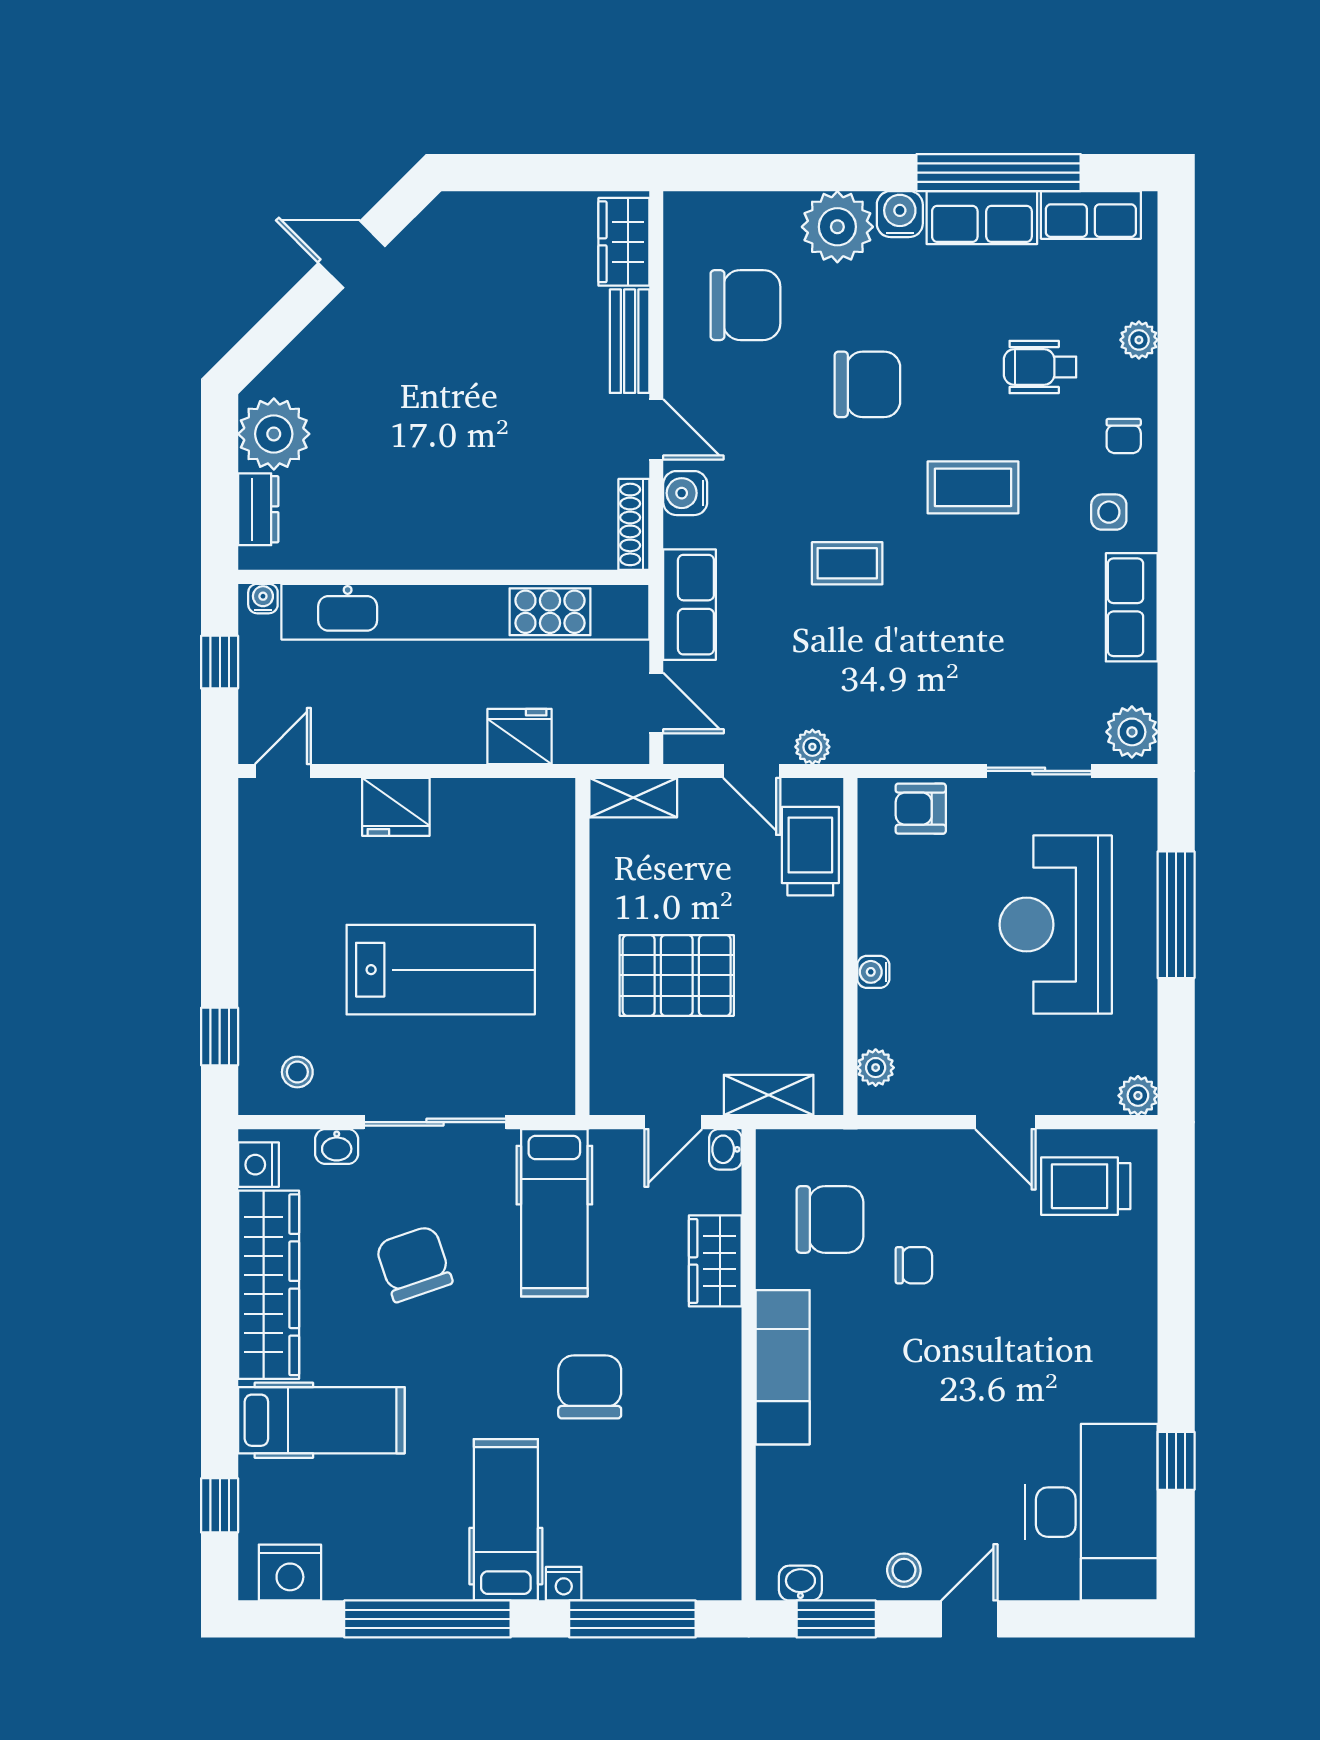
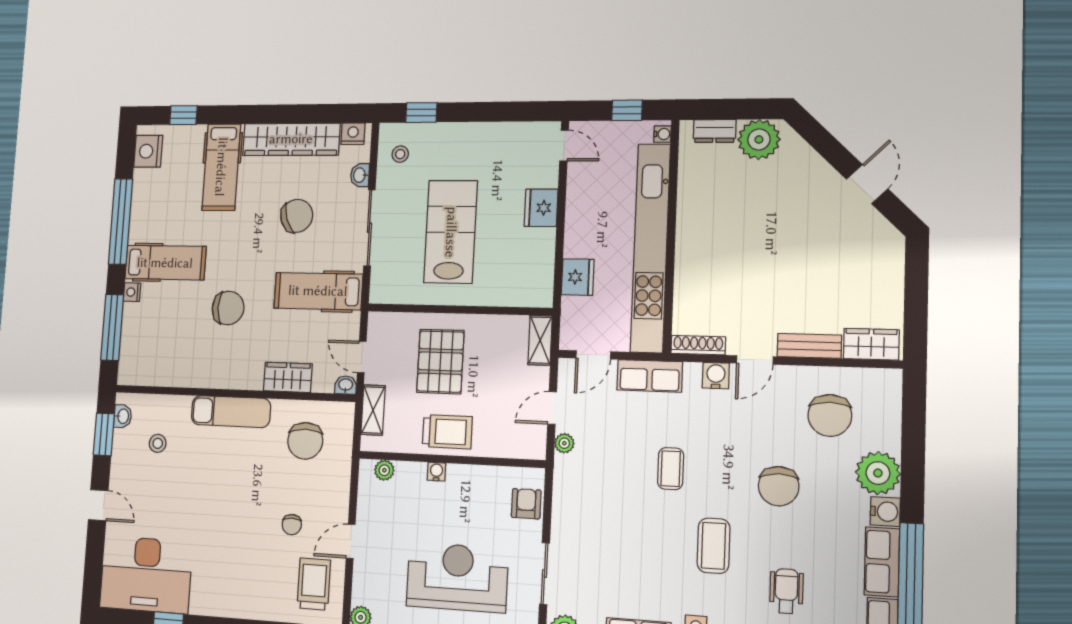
trolley: (810, 851) -> (447, 432), moved
lab bench: (441, 970) -> (451, 232), turned 180
chair: (914, 1265) -> (292, 525), moved
stool: (904, 1570) -> (158, 443), moved

